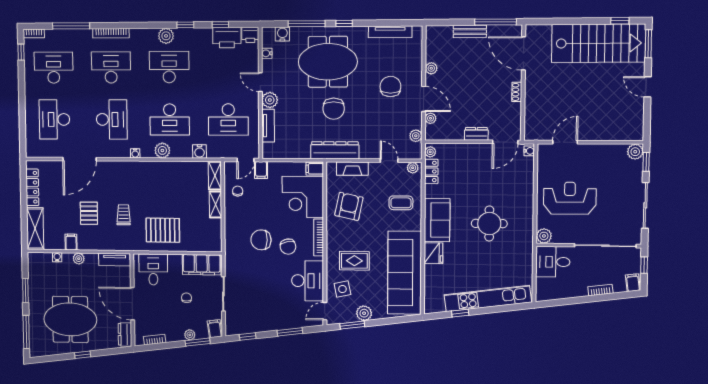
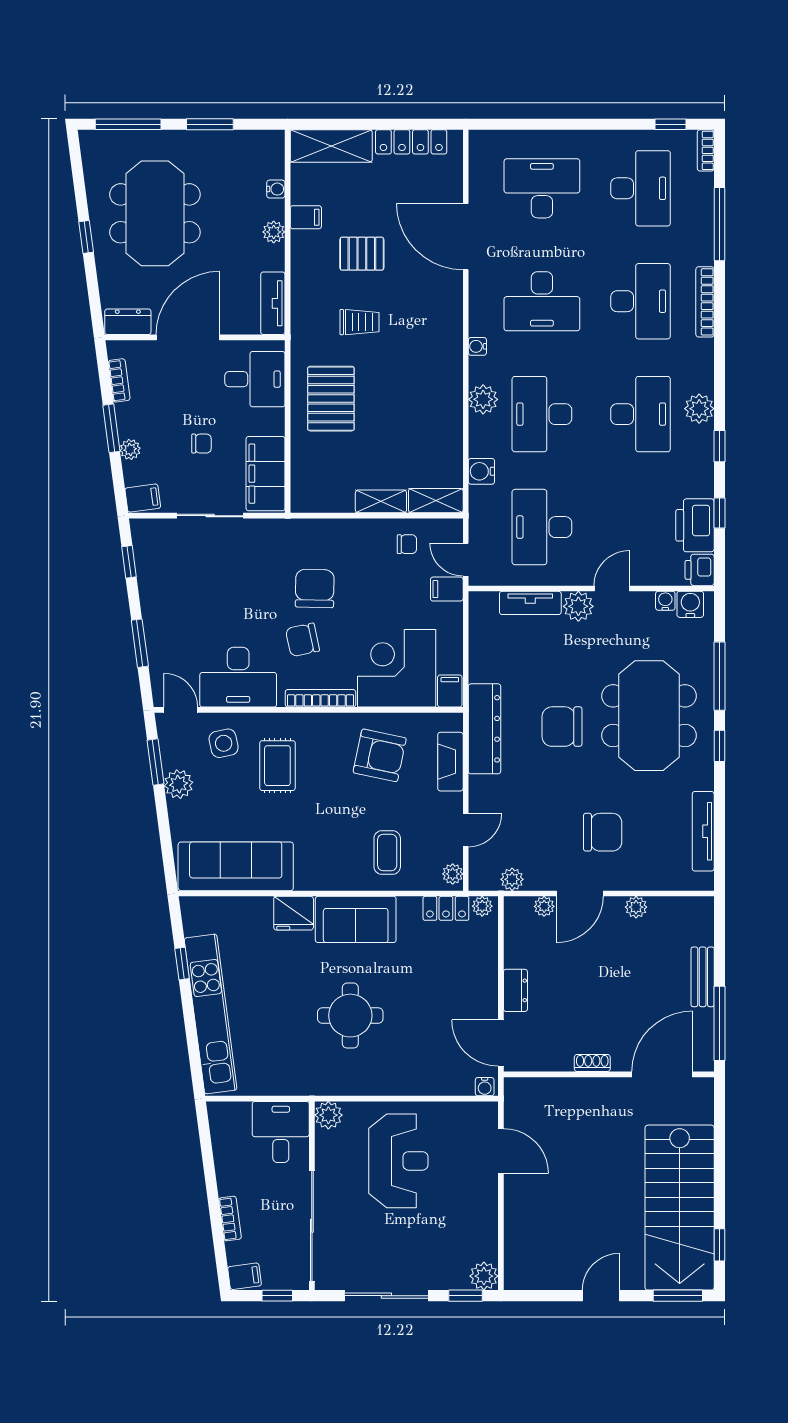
water cooler: (282, 34) -> (690, 604), moved, turned -90
sofa: (405, 273) -> (236, 866), width x0.74, depth x0.79
window: (198, 342) -> (111, 428), moved

